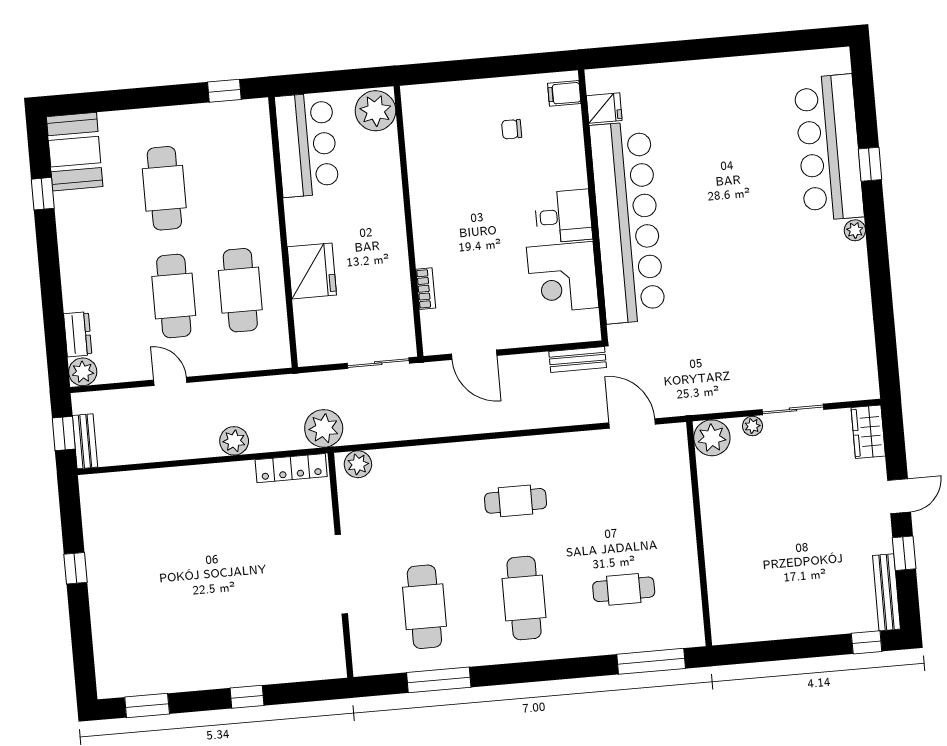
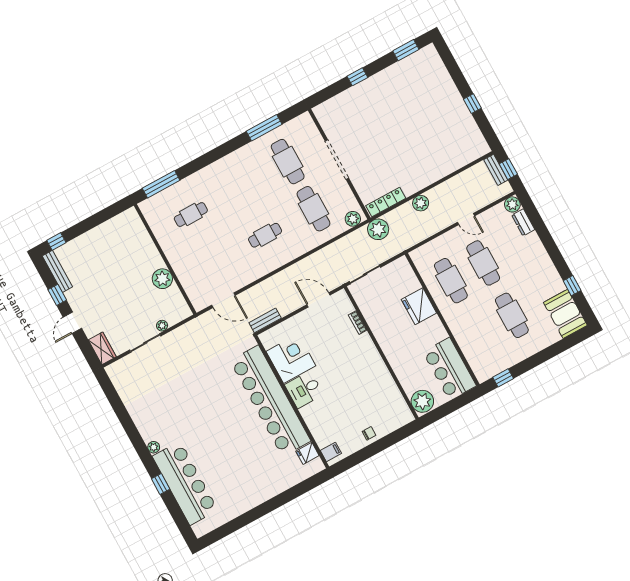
chair: (512, 129) -> (369, 433), moved
plant: (712, 438) -> (162, 279), moved
cafe table: (524, 598) -> (313, 209), moved

